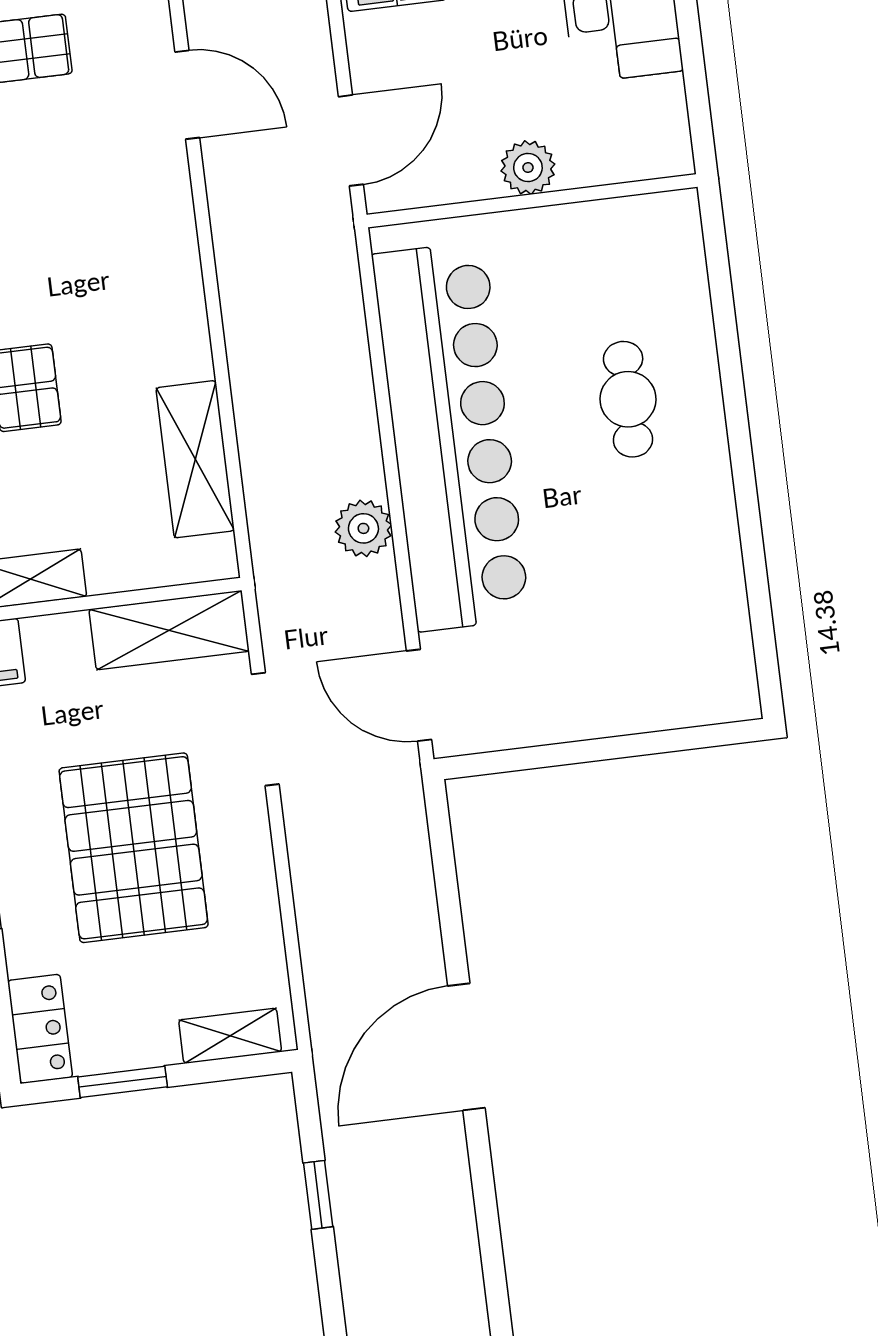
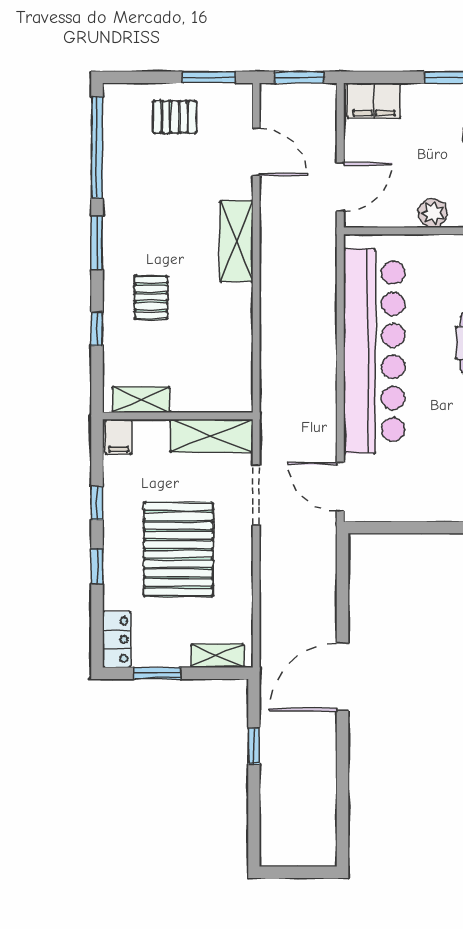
shelving: (195, 459) -> (236, 241), moved
plant: (363, 528) -> (322, 394), removed

